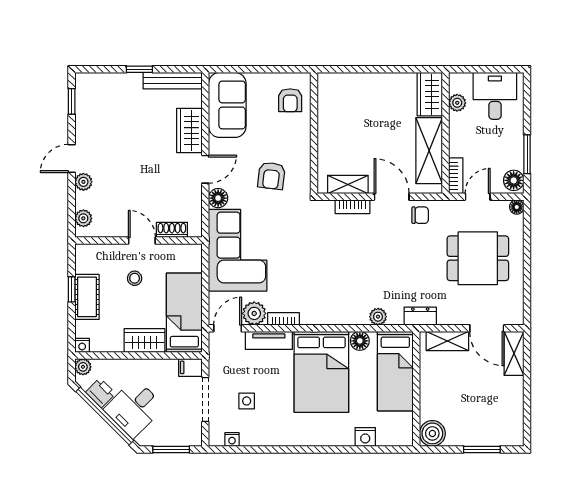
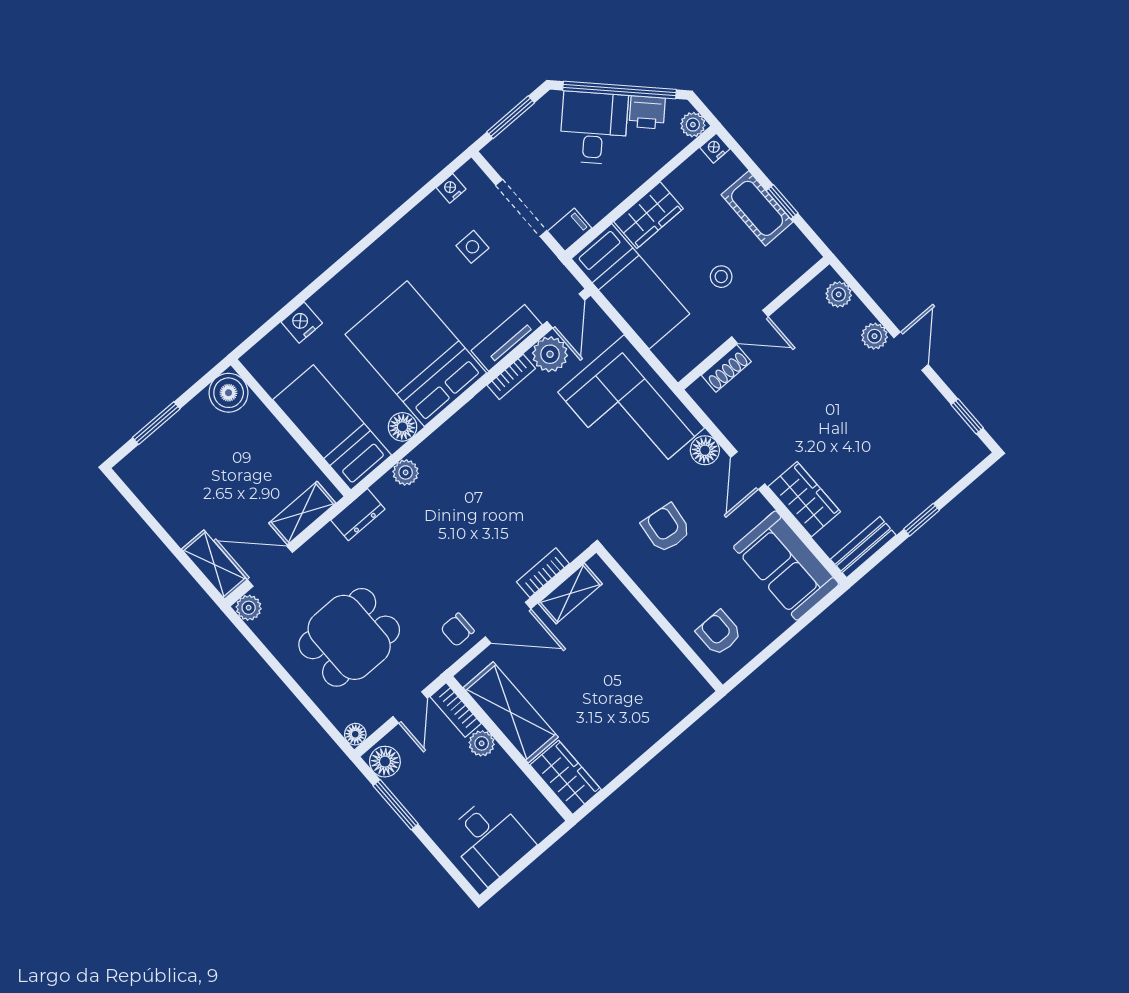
bench: (173, 81) -> (863, 547), width x0.73
plant: (457, 103) -> (482, 743), moved
plant: (515, 317) -> (249, 608), added

